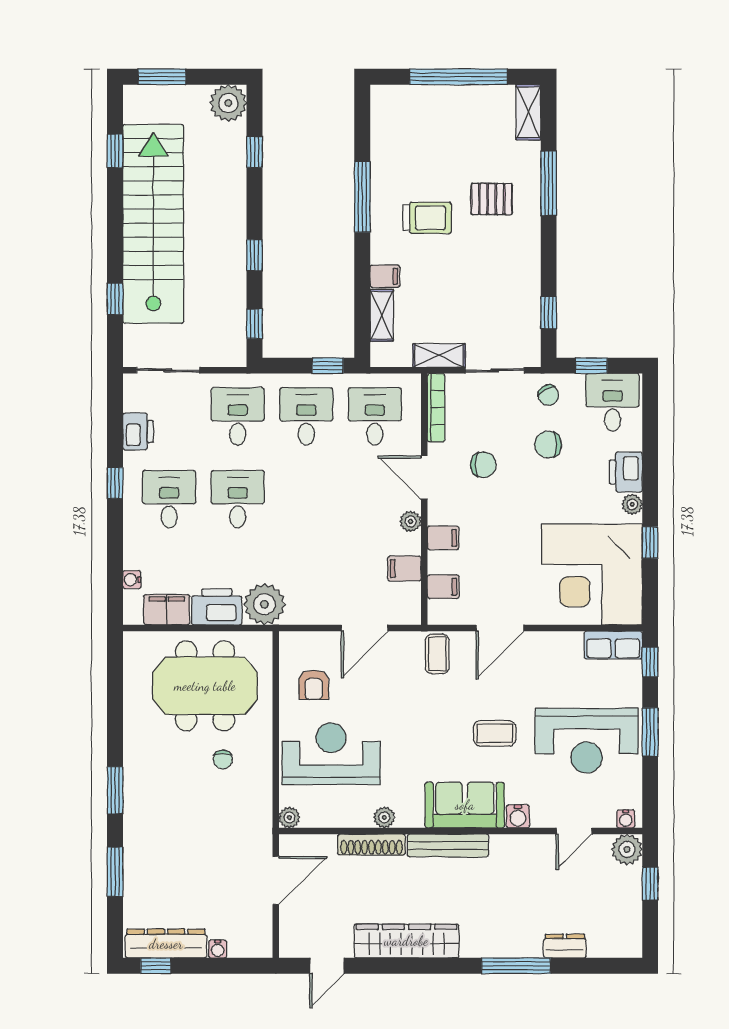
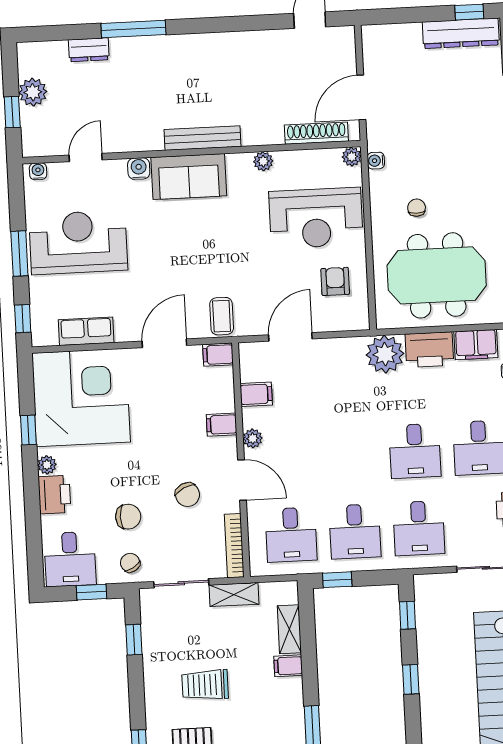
trolley: (427, 218) -> (205, 685), moved
chair: (483, 465) -> (187, 495), turned -116
filing cabinet: (443, 587) -> (218, 355), moved
row of seats: (613, 645) -> (86, 331), moved
coffee table: (495, 733) -> (164, 245), removed
shoe rack: (371, 845) -> (316, 133), moved
plant: (627, 849) -> (33, 92), moved
wardrobe: (406, 941) -> (237, 47), removed
water cooler: (218, 949) -> (376, 161), moved, turned -90

